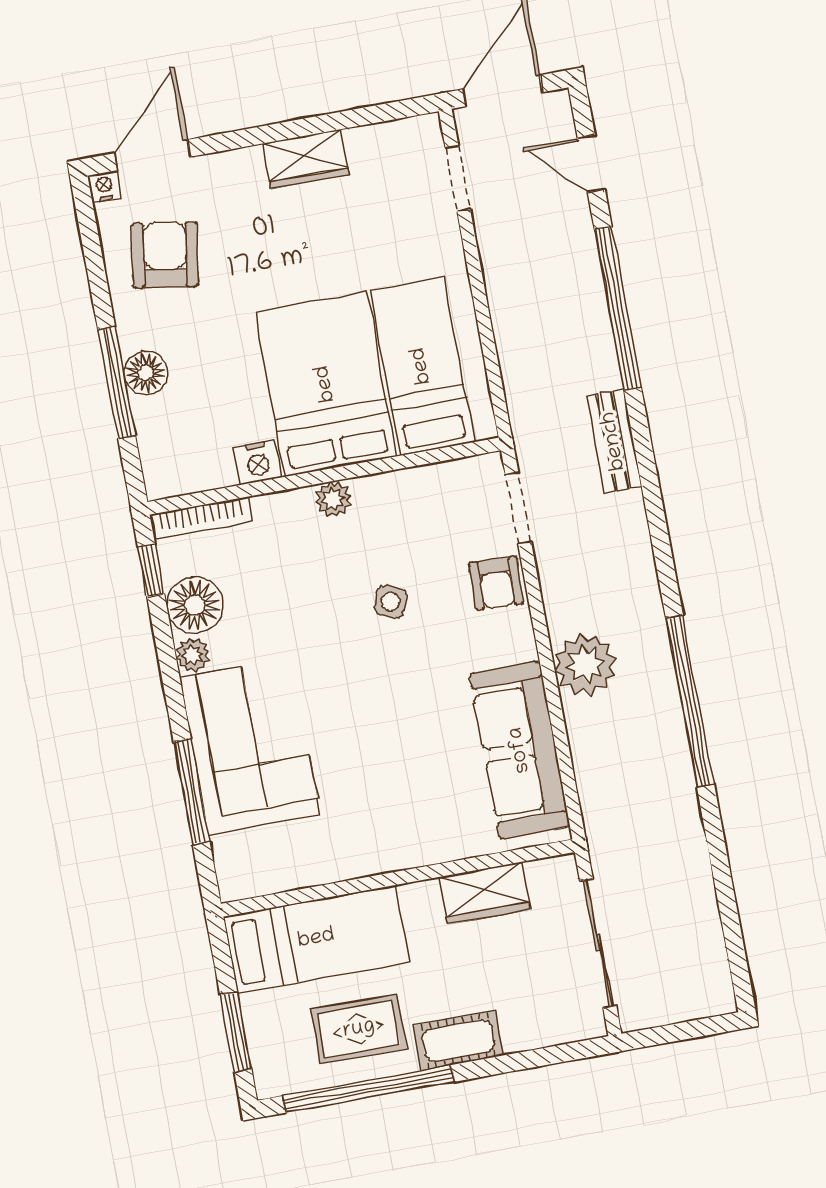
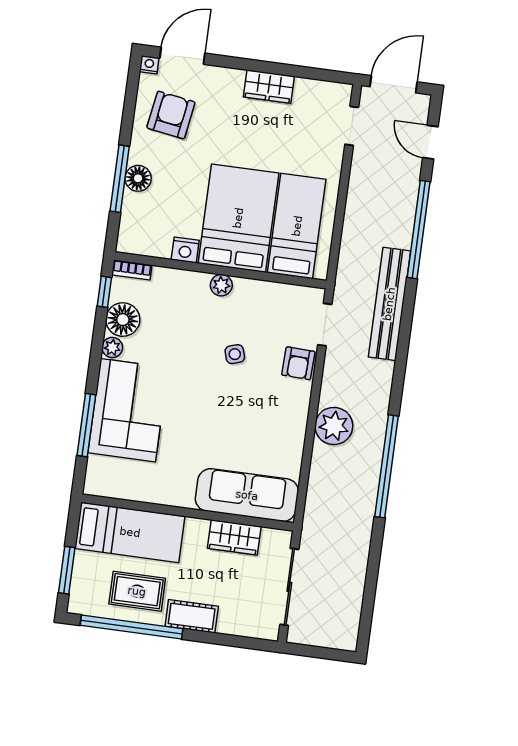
bench: (614, 441) -> (389, 304), width x1.86, depth x1.21
bookcase: (201, 518) -> (132, 270), width x0.64
side table: (391, 602) -> (235, 354), turned -38
sofa: (520, 750) -> (247, 495), moved, turned 90

